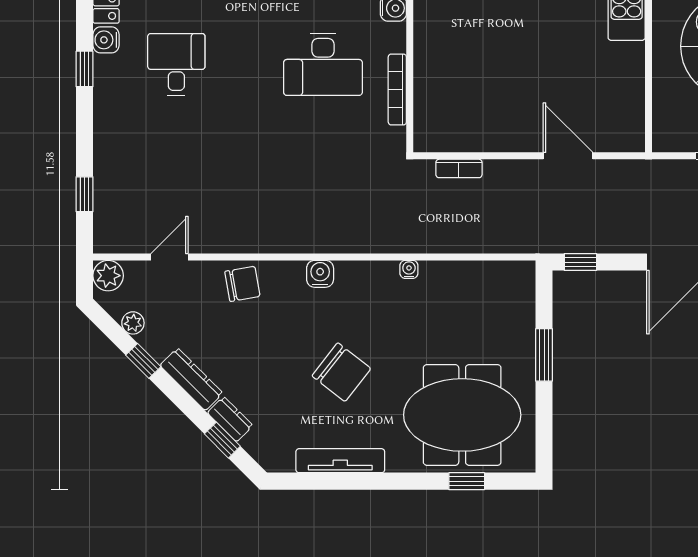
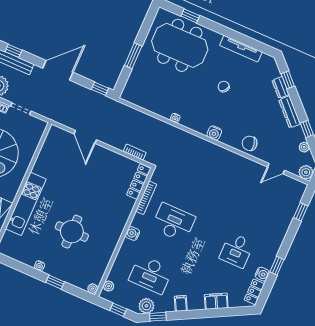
locker: (426, 114) -> (139, 182), added
chair: (341, 372) -> (224, 87), width x0.54, depth x0.54

